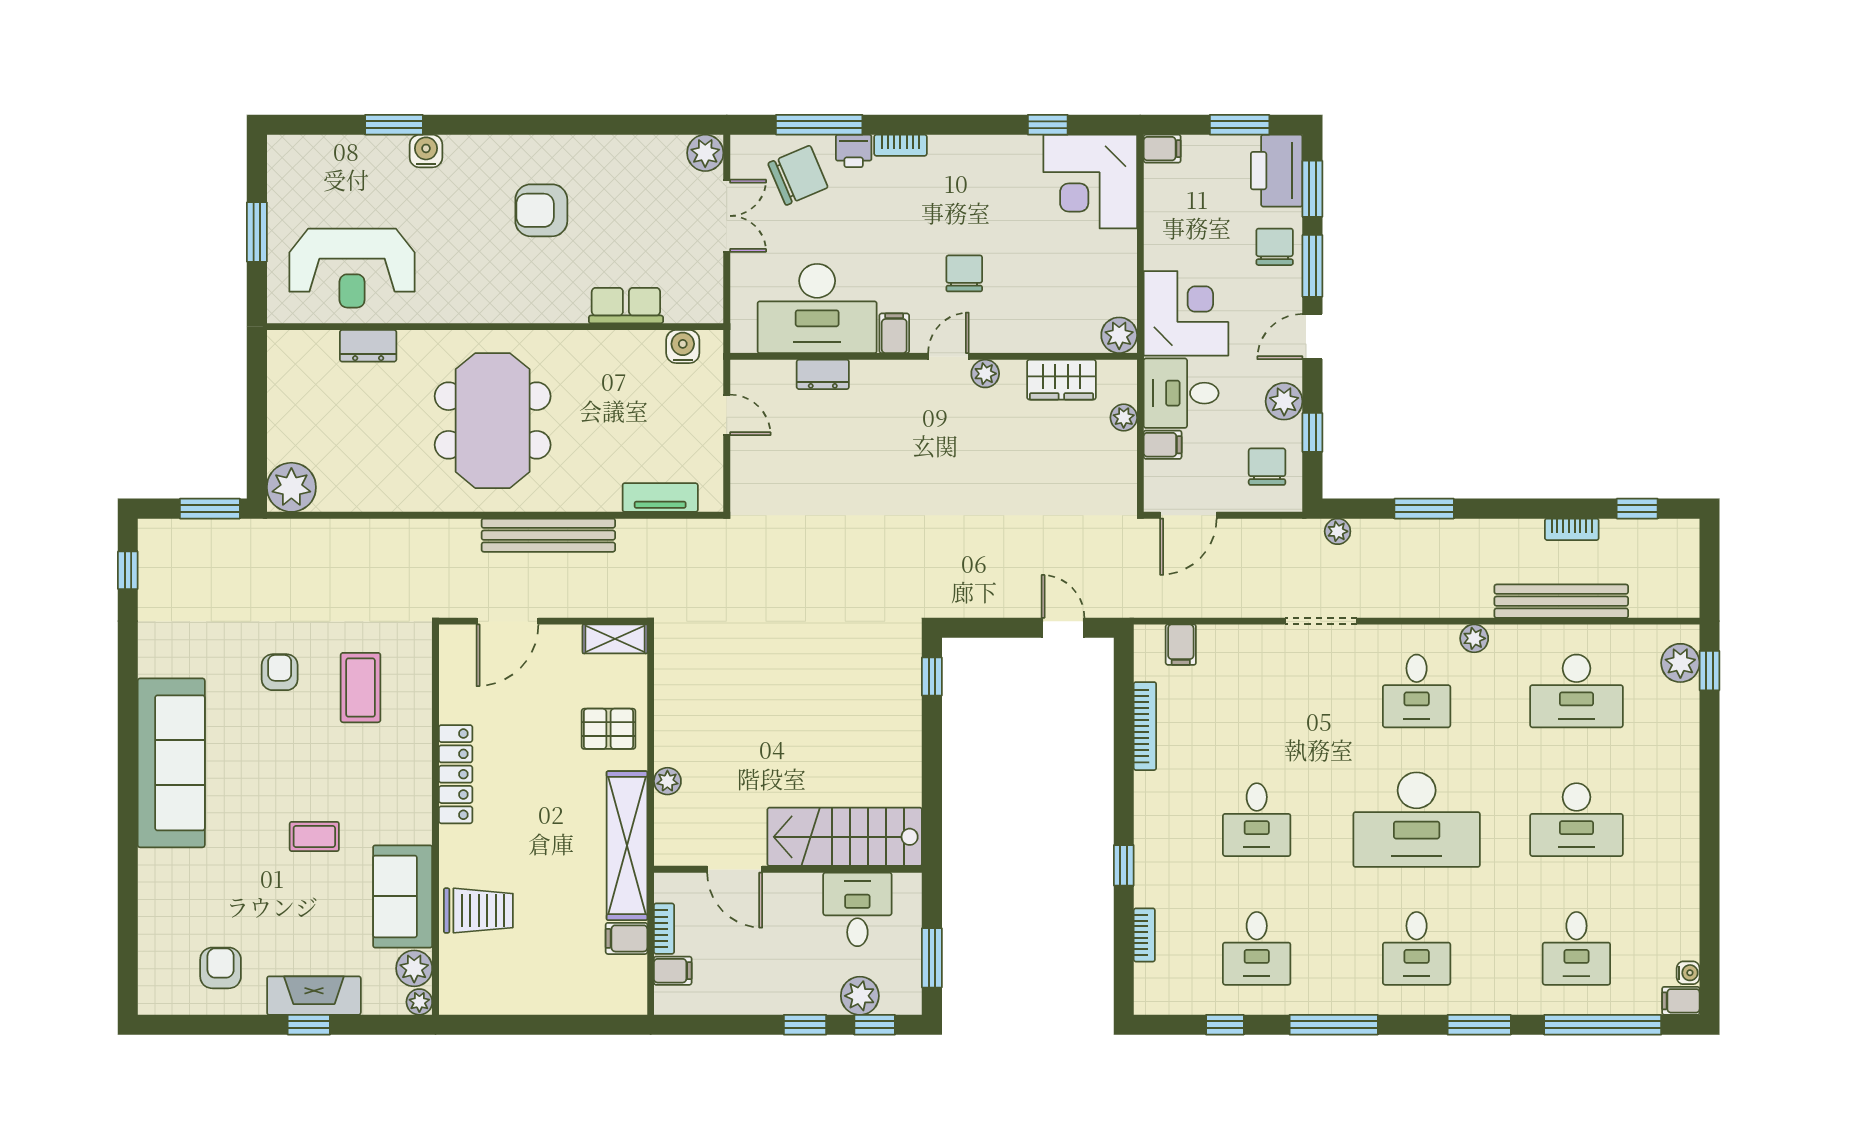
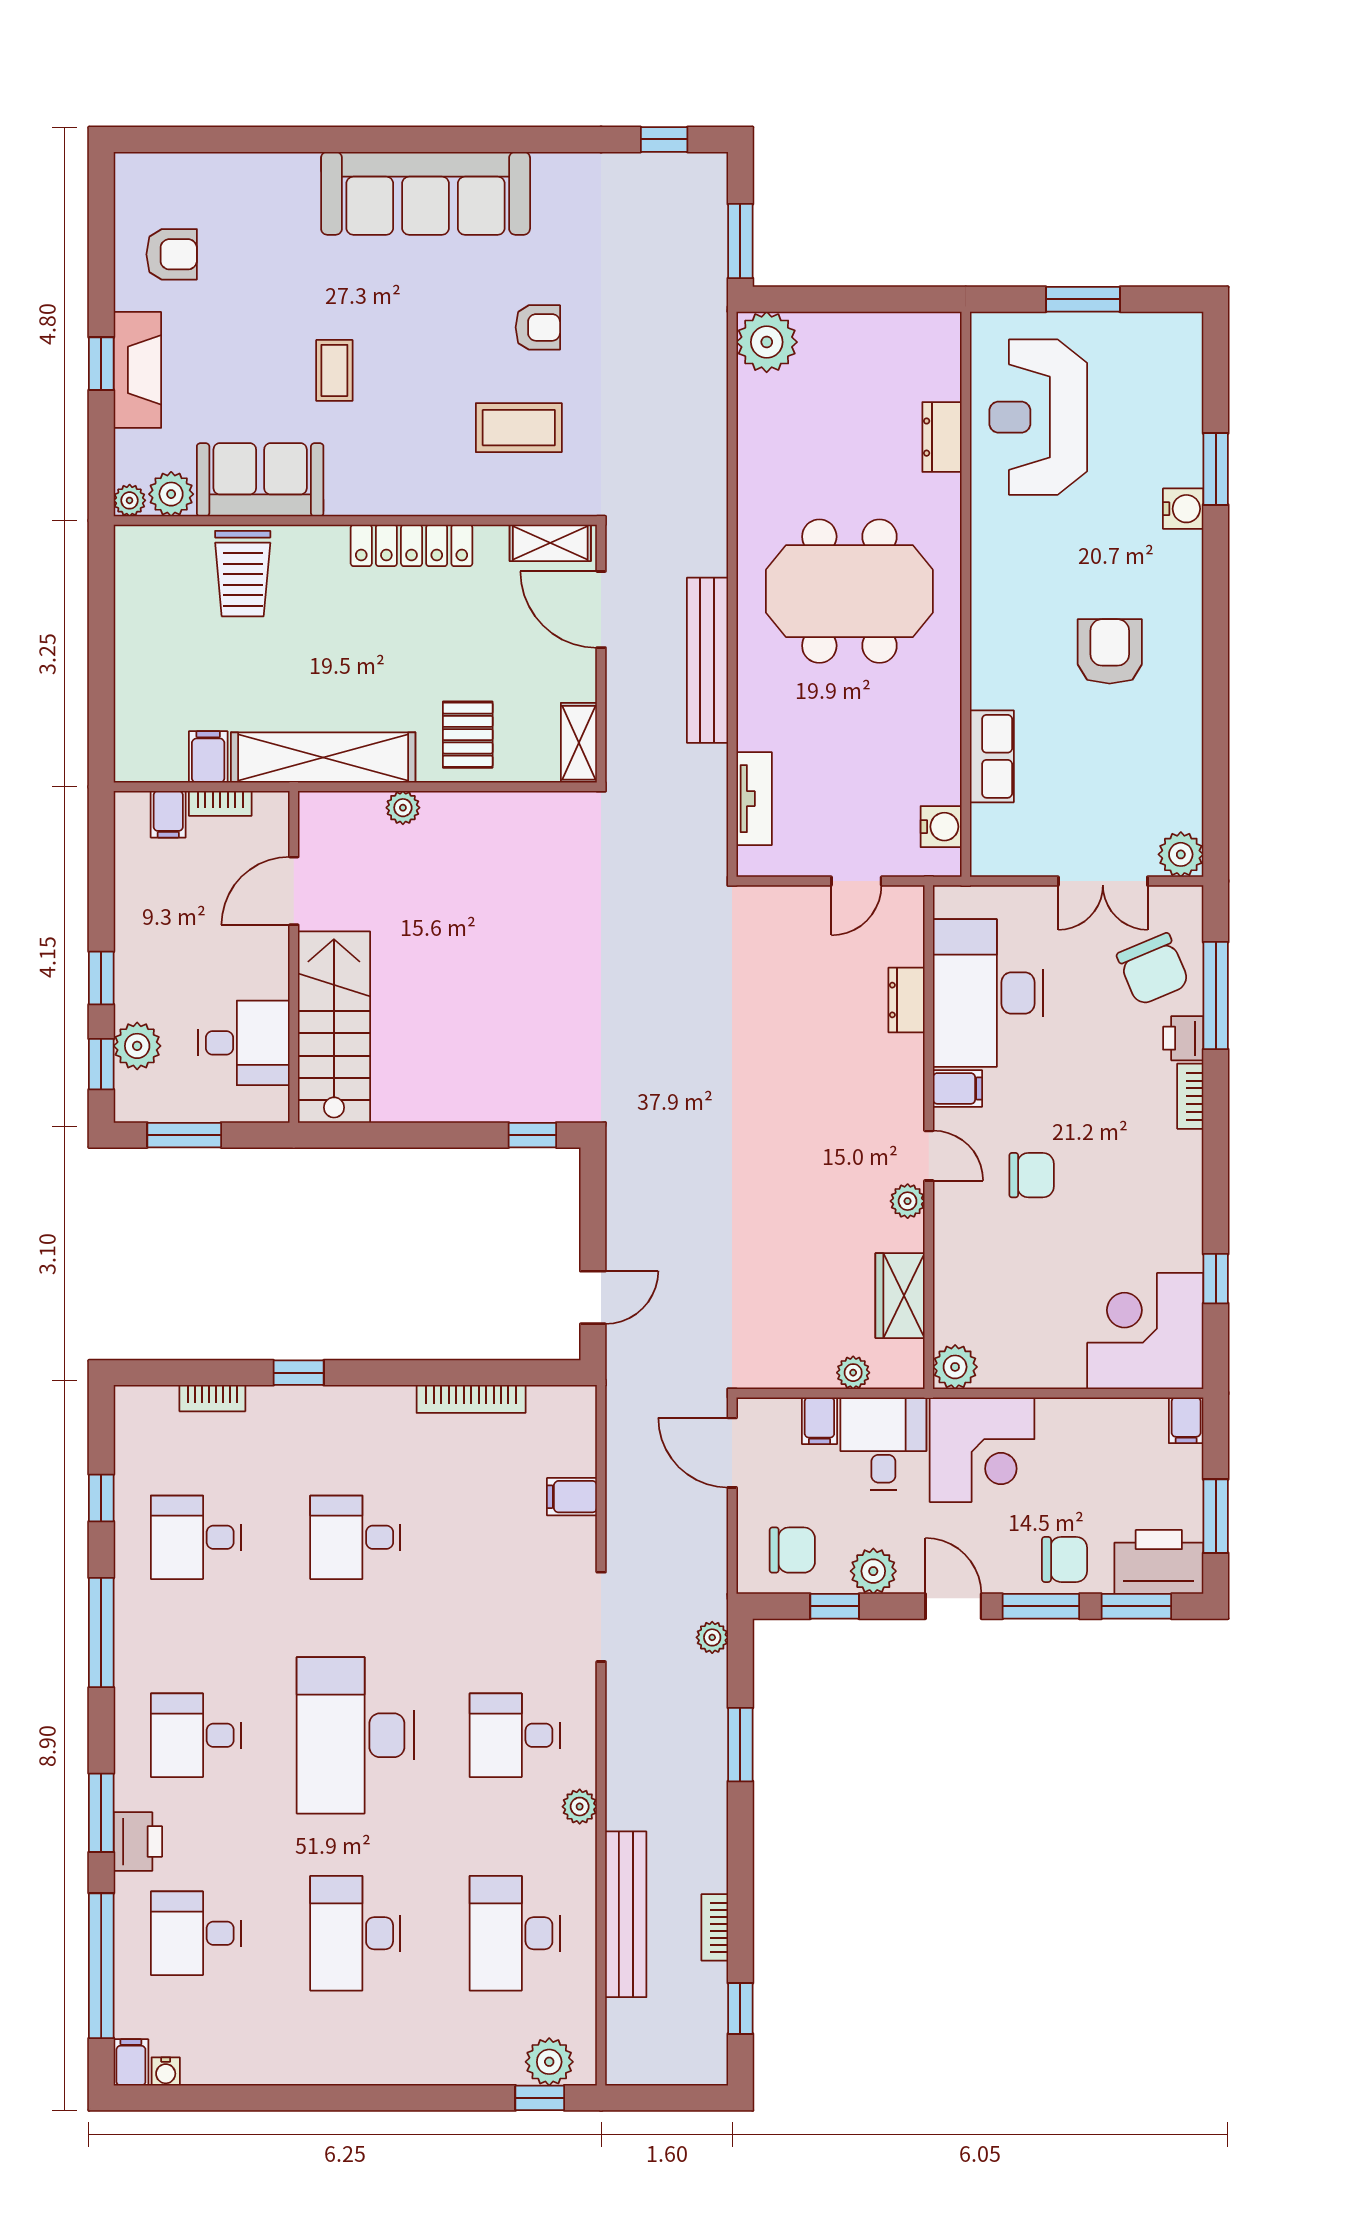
filing cabinet: (1181, 645) -> (572, 1497), moved
shelving: (454, 662) -> (550, 543), added
printer: (1502, 995) -> (138, 1842), added

